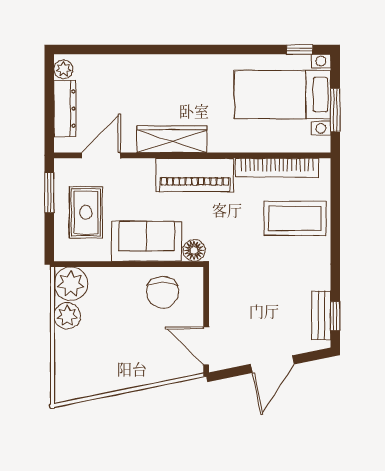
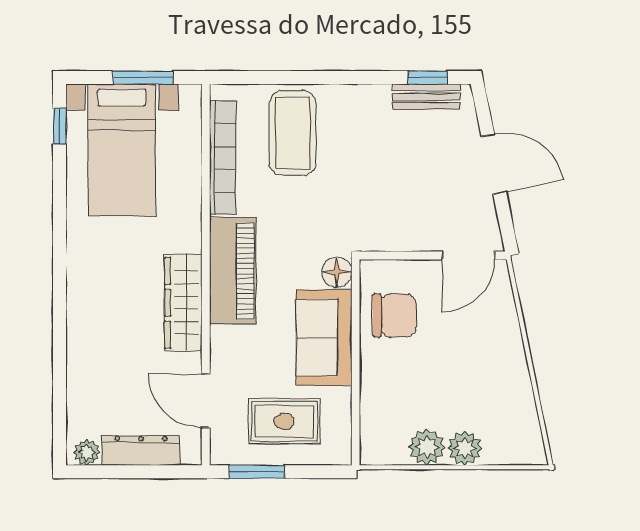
plant: (71, 284) -> (465, 448), moved, width x0.73, depth x0.73

